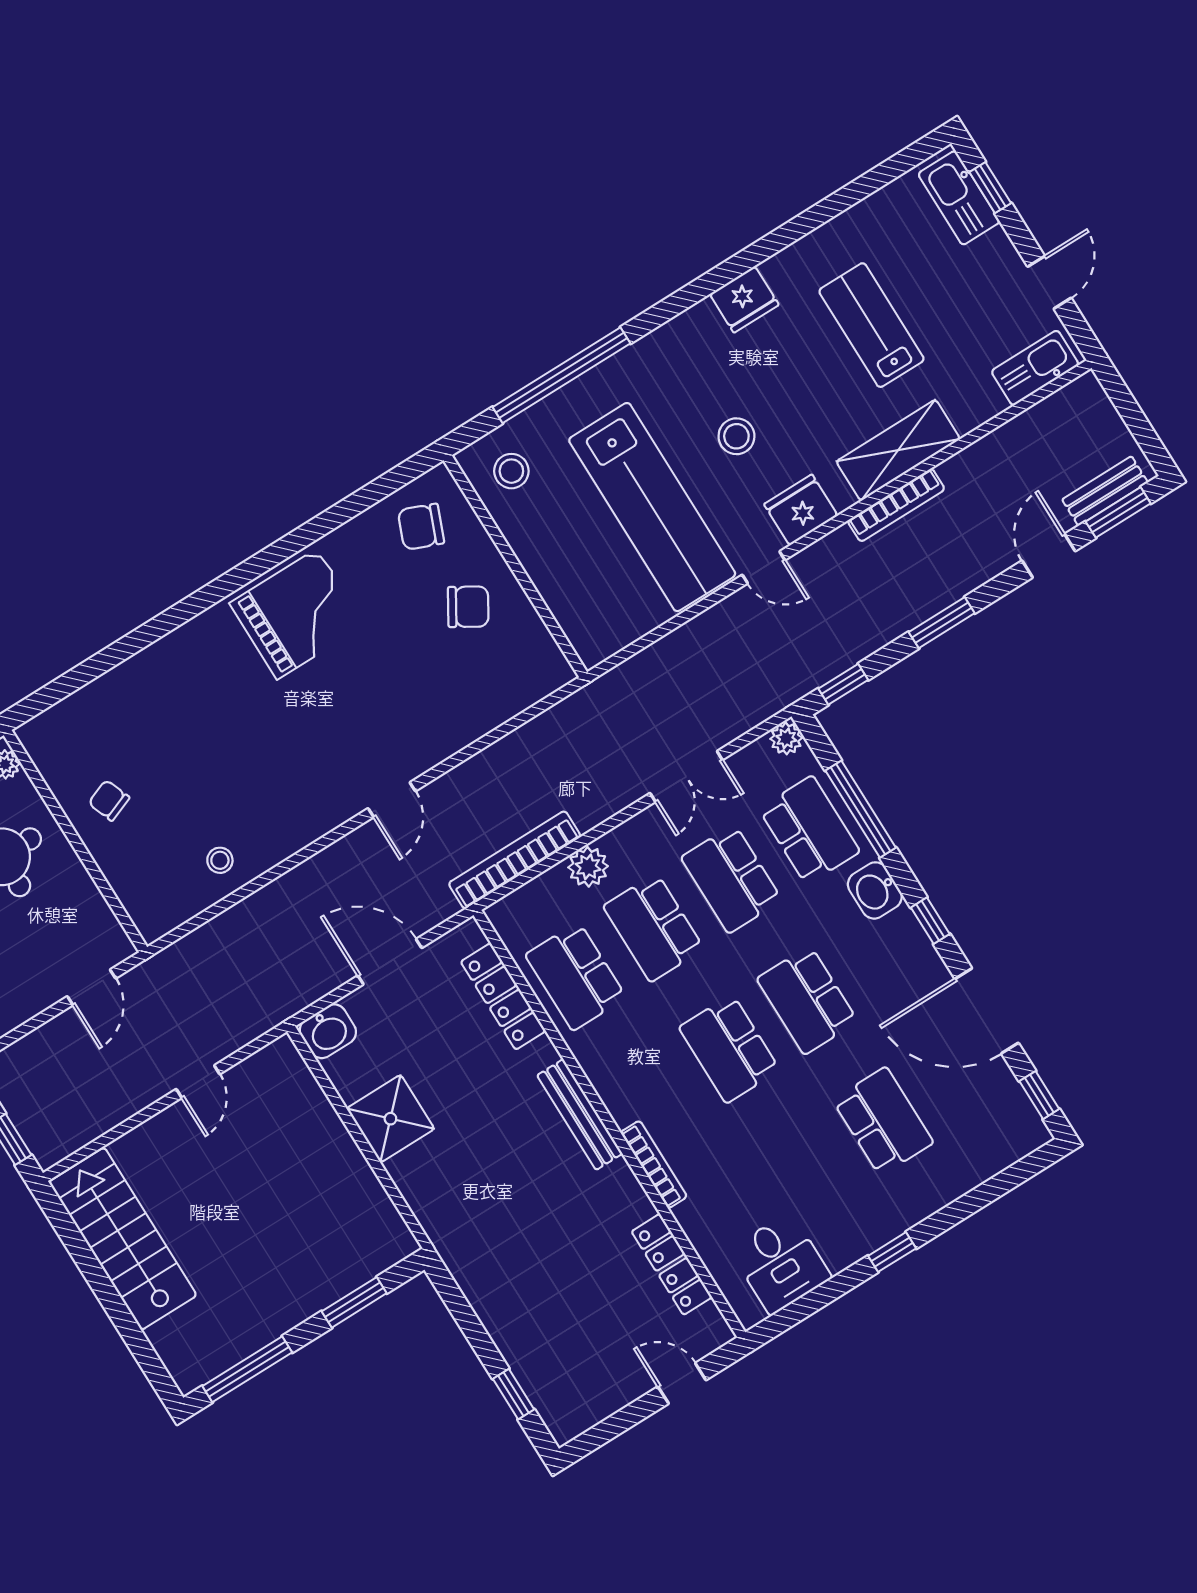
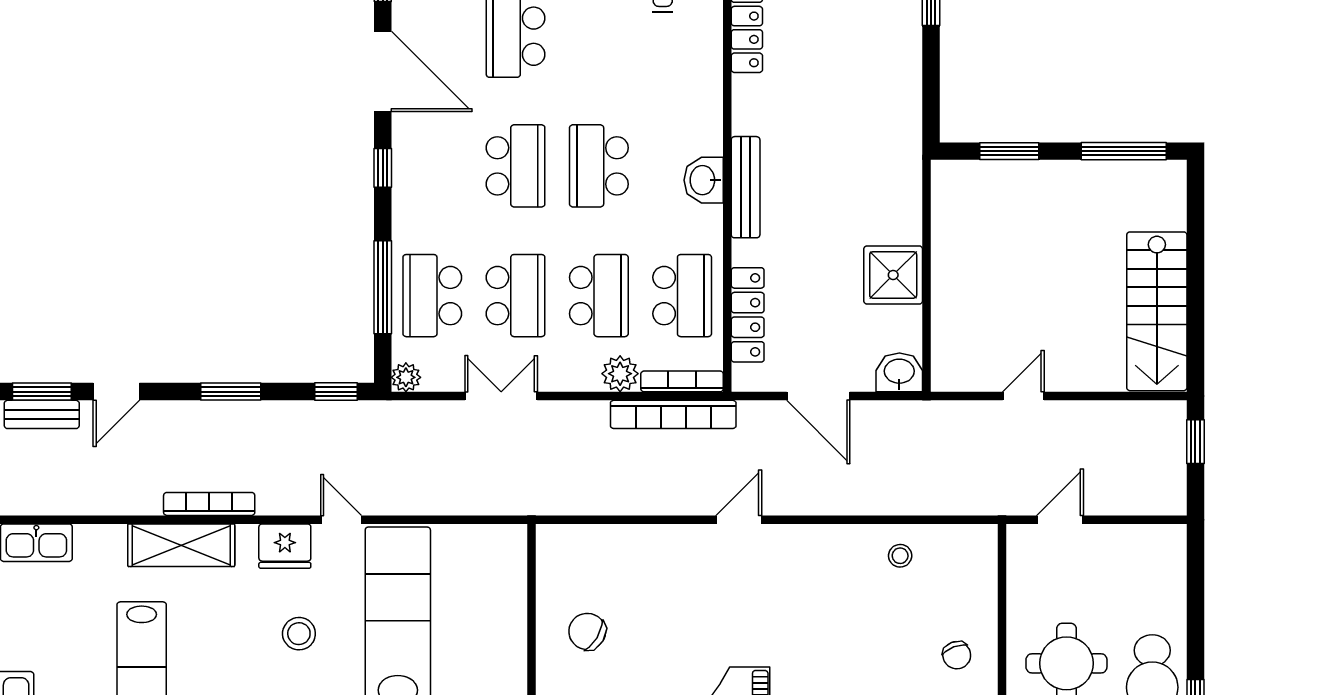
washbasin: (875, 890) -> (704, 180), moved, turned 180
school desk: (729, 1049) -> (599, 166), turned 180
bookcase: (654, 1164) -> (682, 381), moved, turned 90

